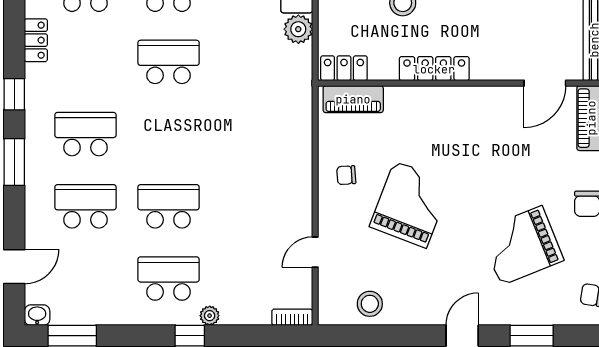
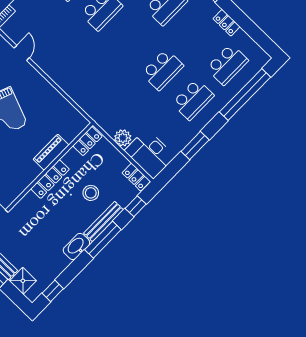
piano: (353, 99) -> (51, 152), moved
chair: (346, 175) -> (41, 98), removed

